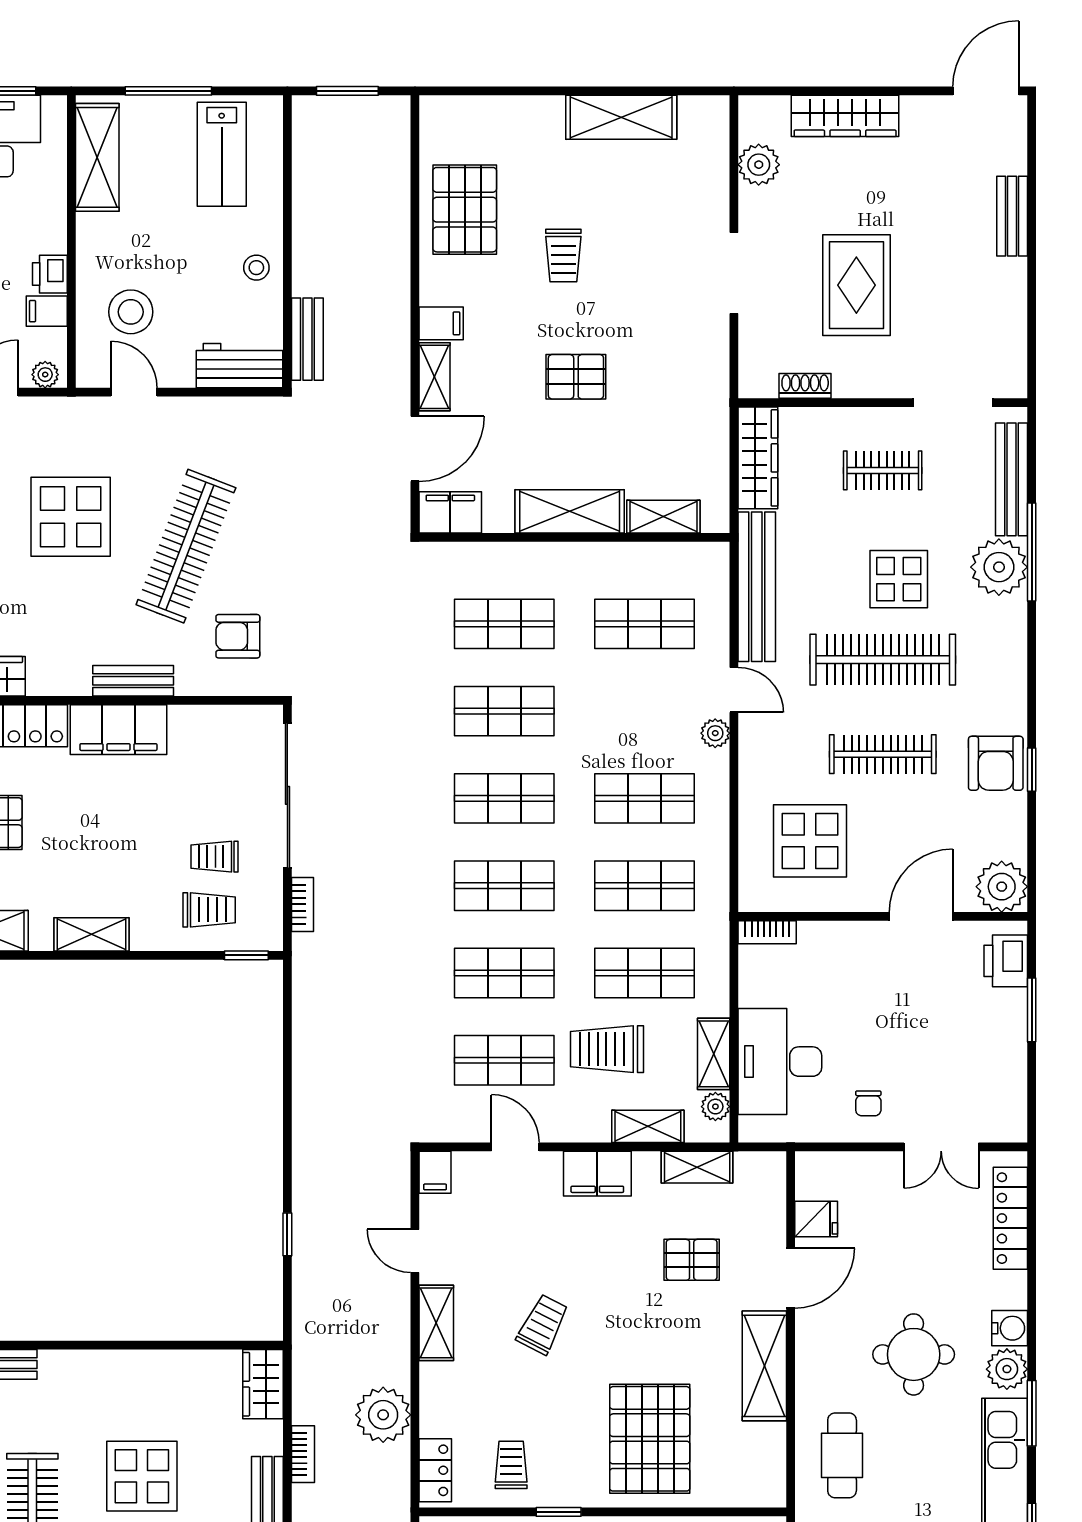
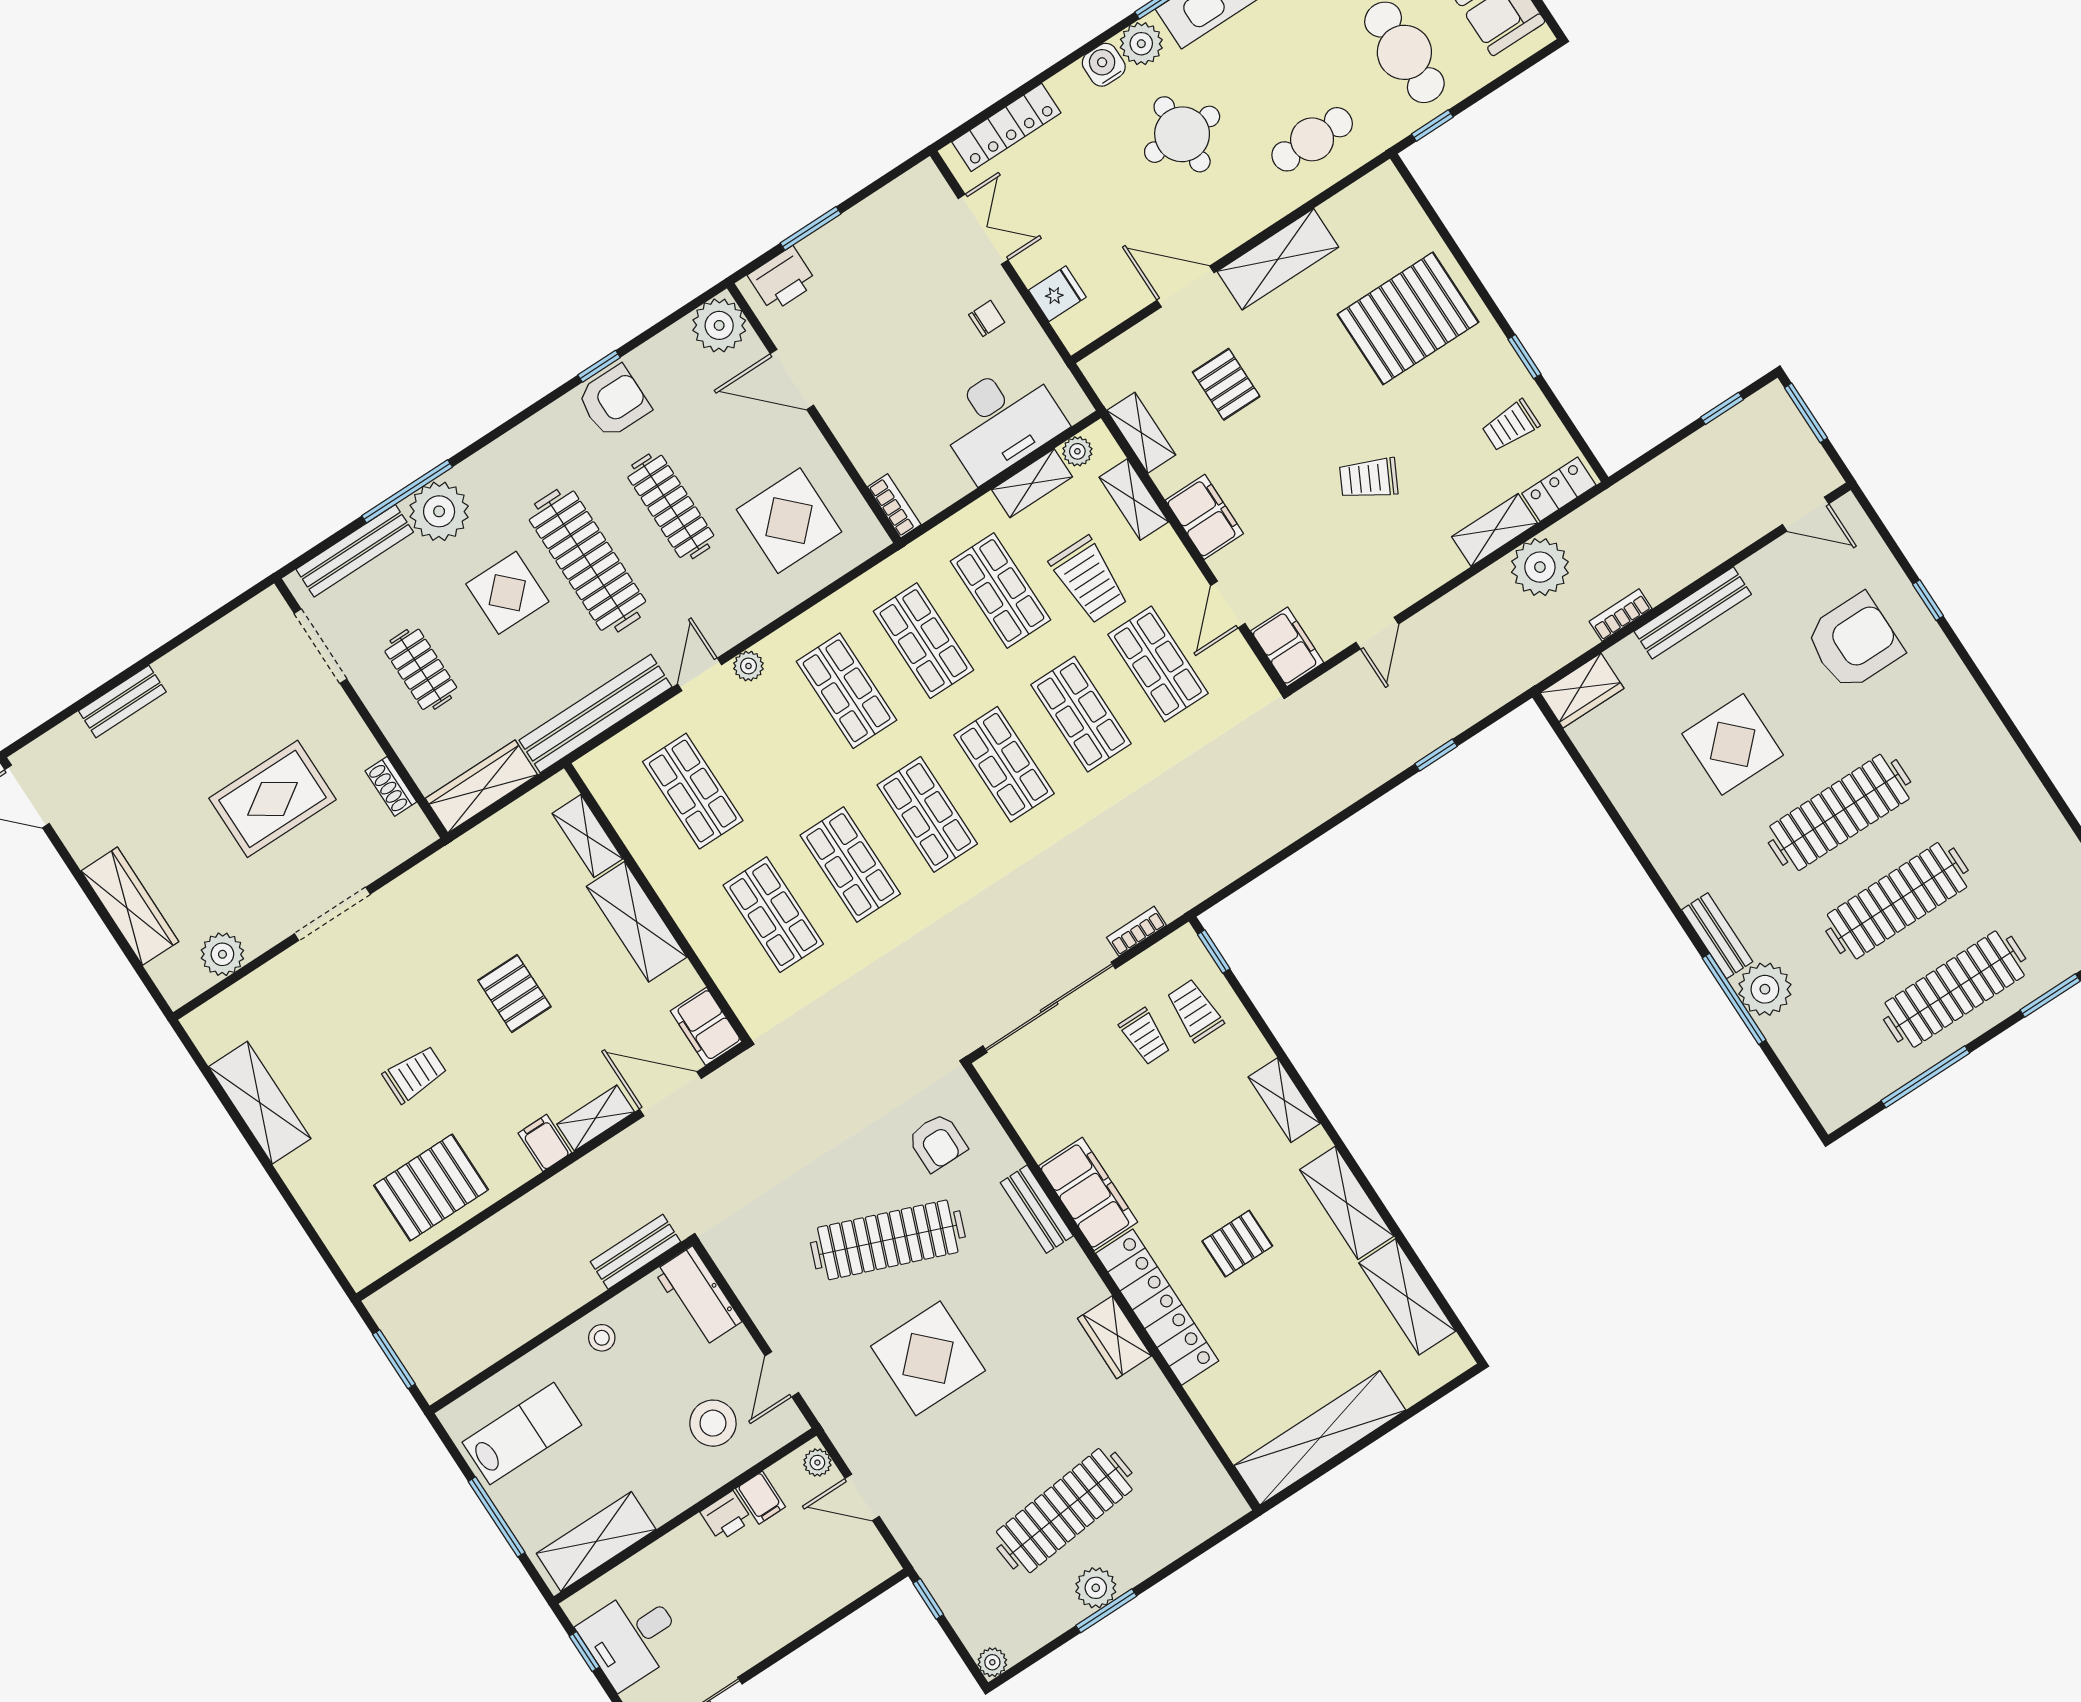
filing cabinet: (435, 1172) -> (1287, 647), width x2.00
fridge: (816, 1219) -> (1057, 294), moved, turned 90
shelving: (436, 1323) -> (1495, 530), moved

